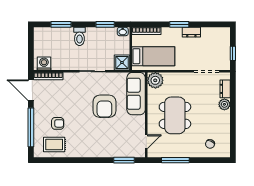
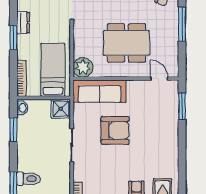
toilet: (79, 36) -> (28, 179), moved
window: (175, 160) -> (182, 24), moved

